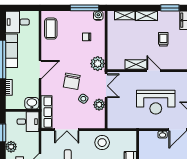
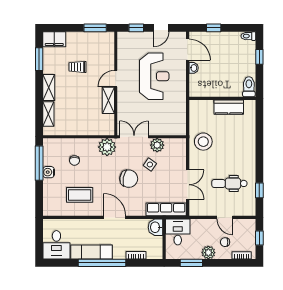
water cooler: (98, 16) -> (49, 172), moved
coffee table: (51, 29) -> (80, 195), moved

